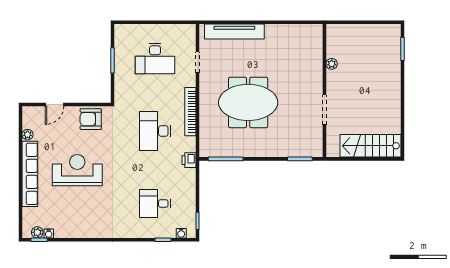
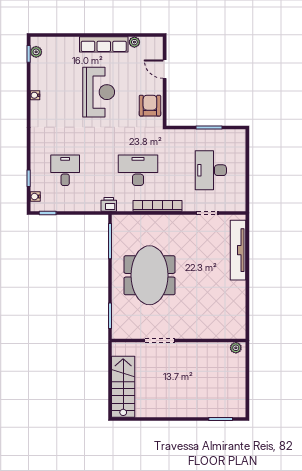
plant: (332, 64) -> (236, 348), moved
meeting table: (248, 102) -> (150, 275), moved
row of seats: (30, 174) -> (104, 44), width x0.73
water cooler: (49, 233) -> (35, 95), moved

